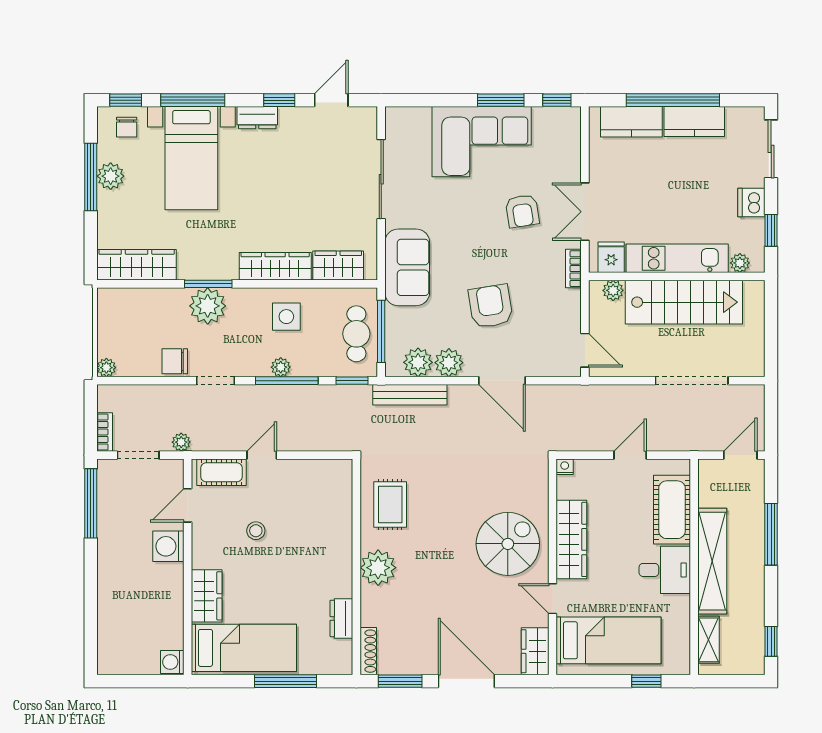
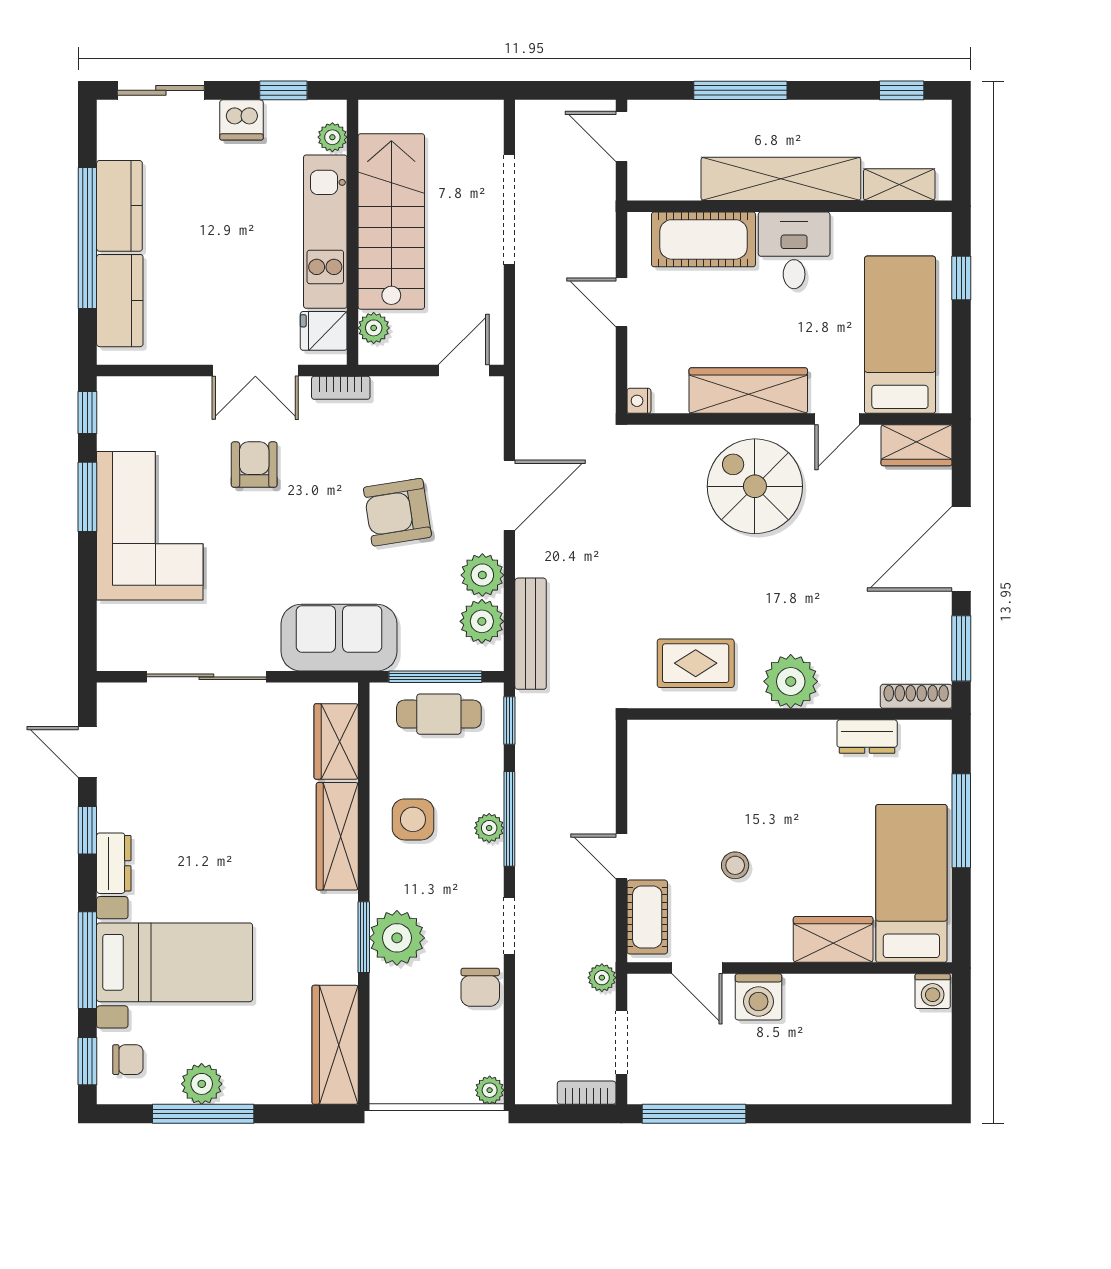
armchair: (522, 211) -> (254, 465), turned -81

